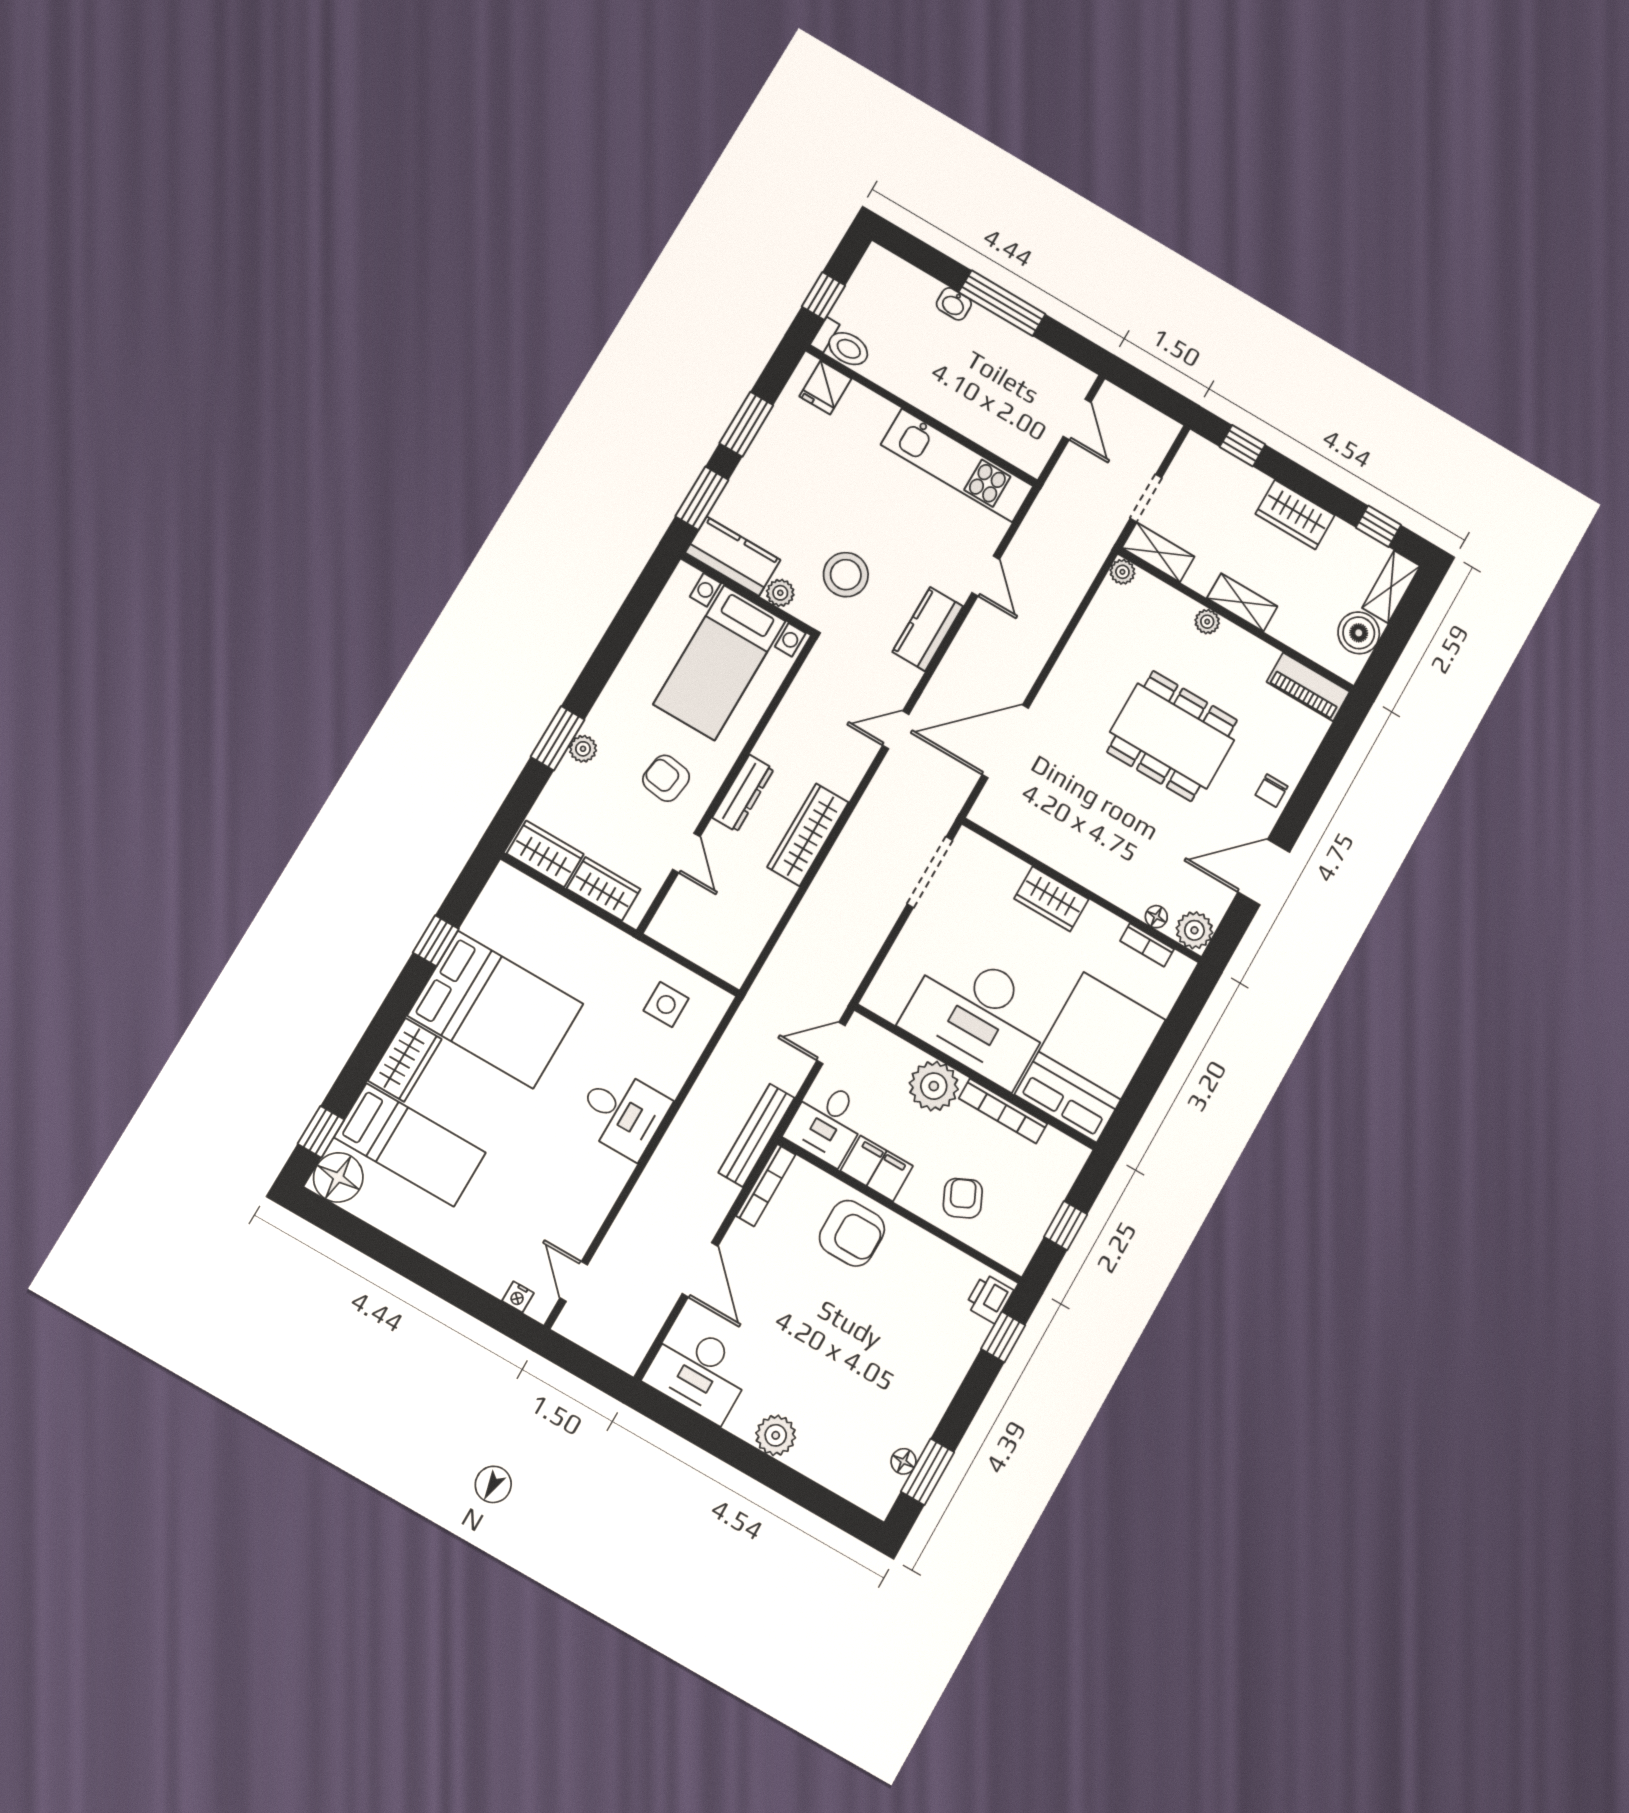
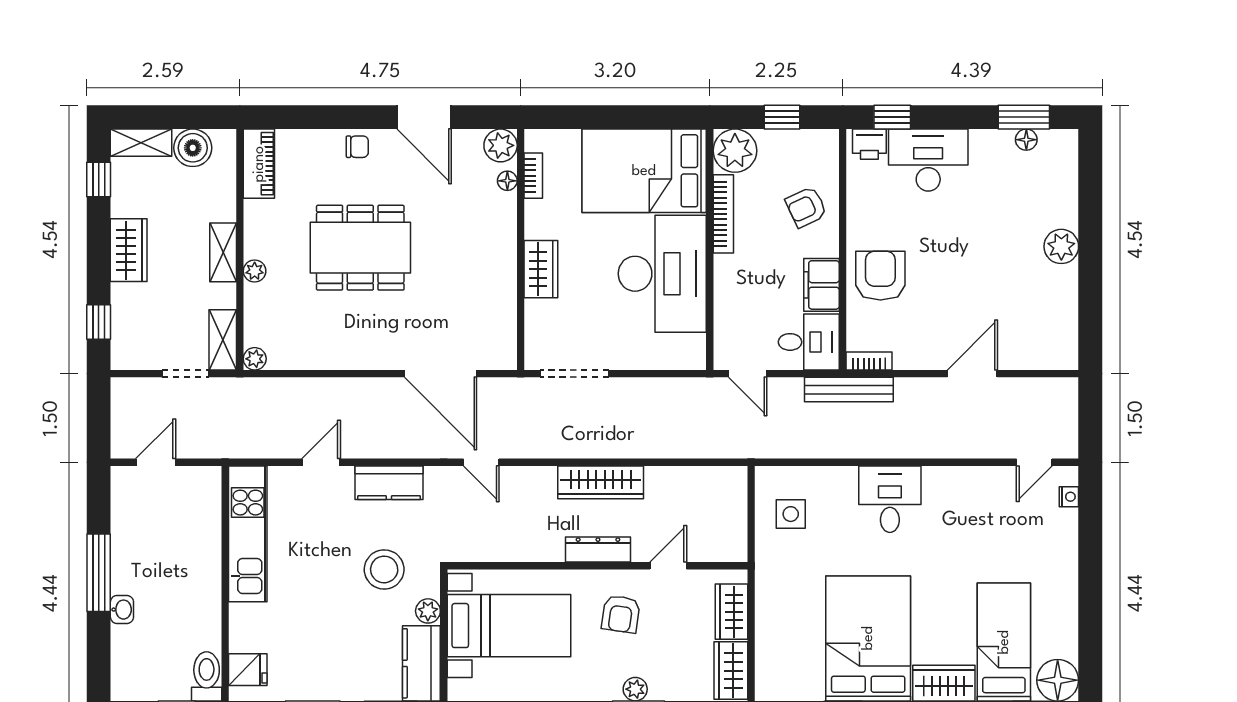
dining table: (1172, 736) -> (360, 248), turned 90
plant: (934, 1086) -> (735, 151), moved
bookcase: (766, 1185) -> (869, 361), width x0.64
desk: (699, 1372) -> (928, 160), moved, turned -90

